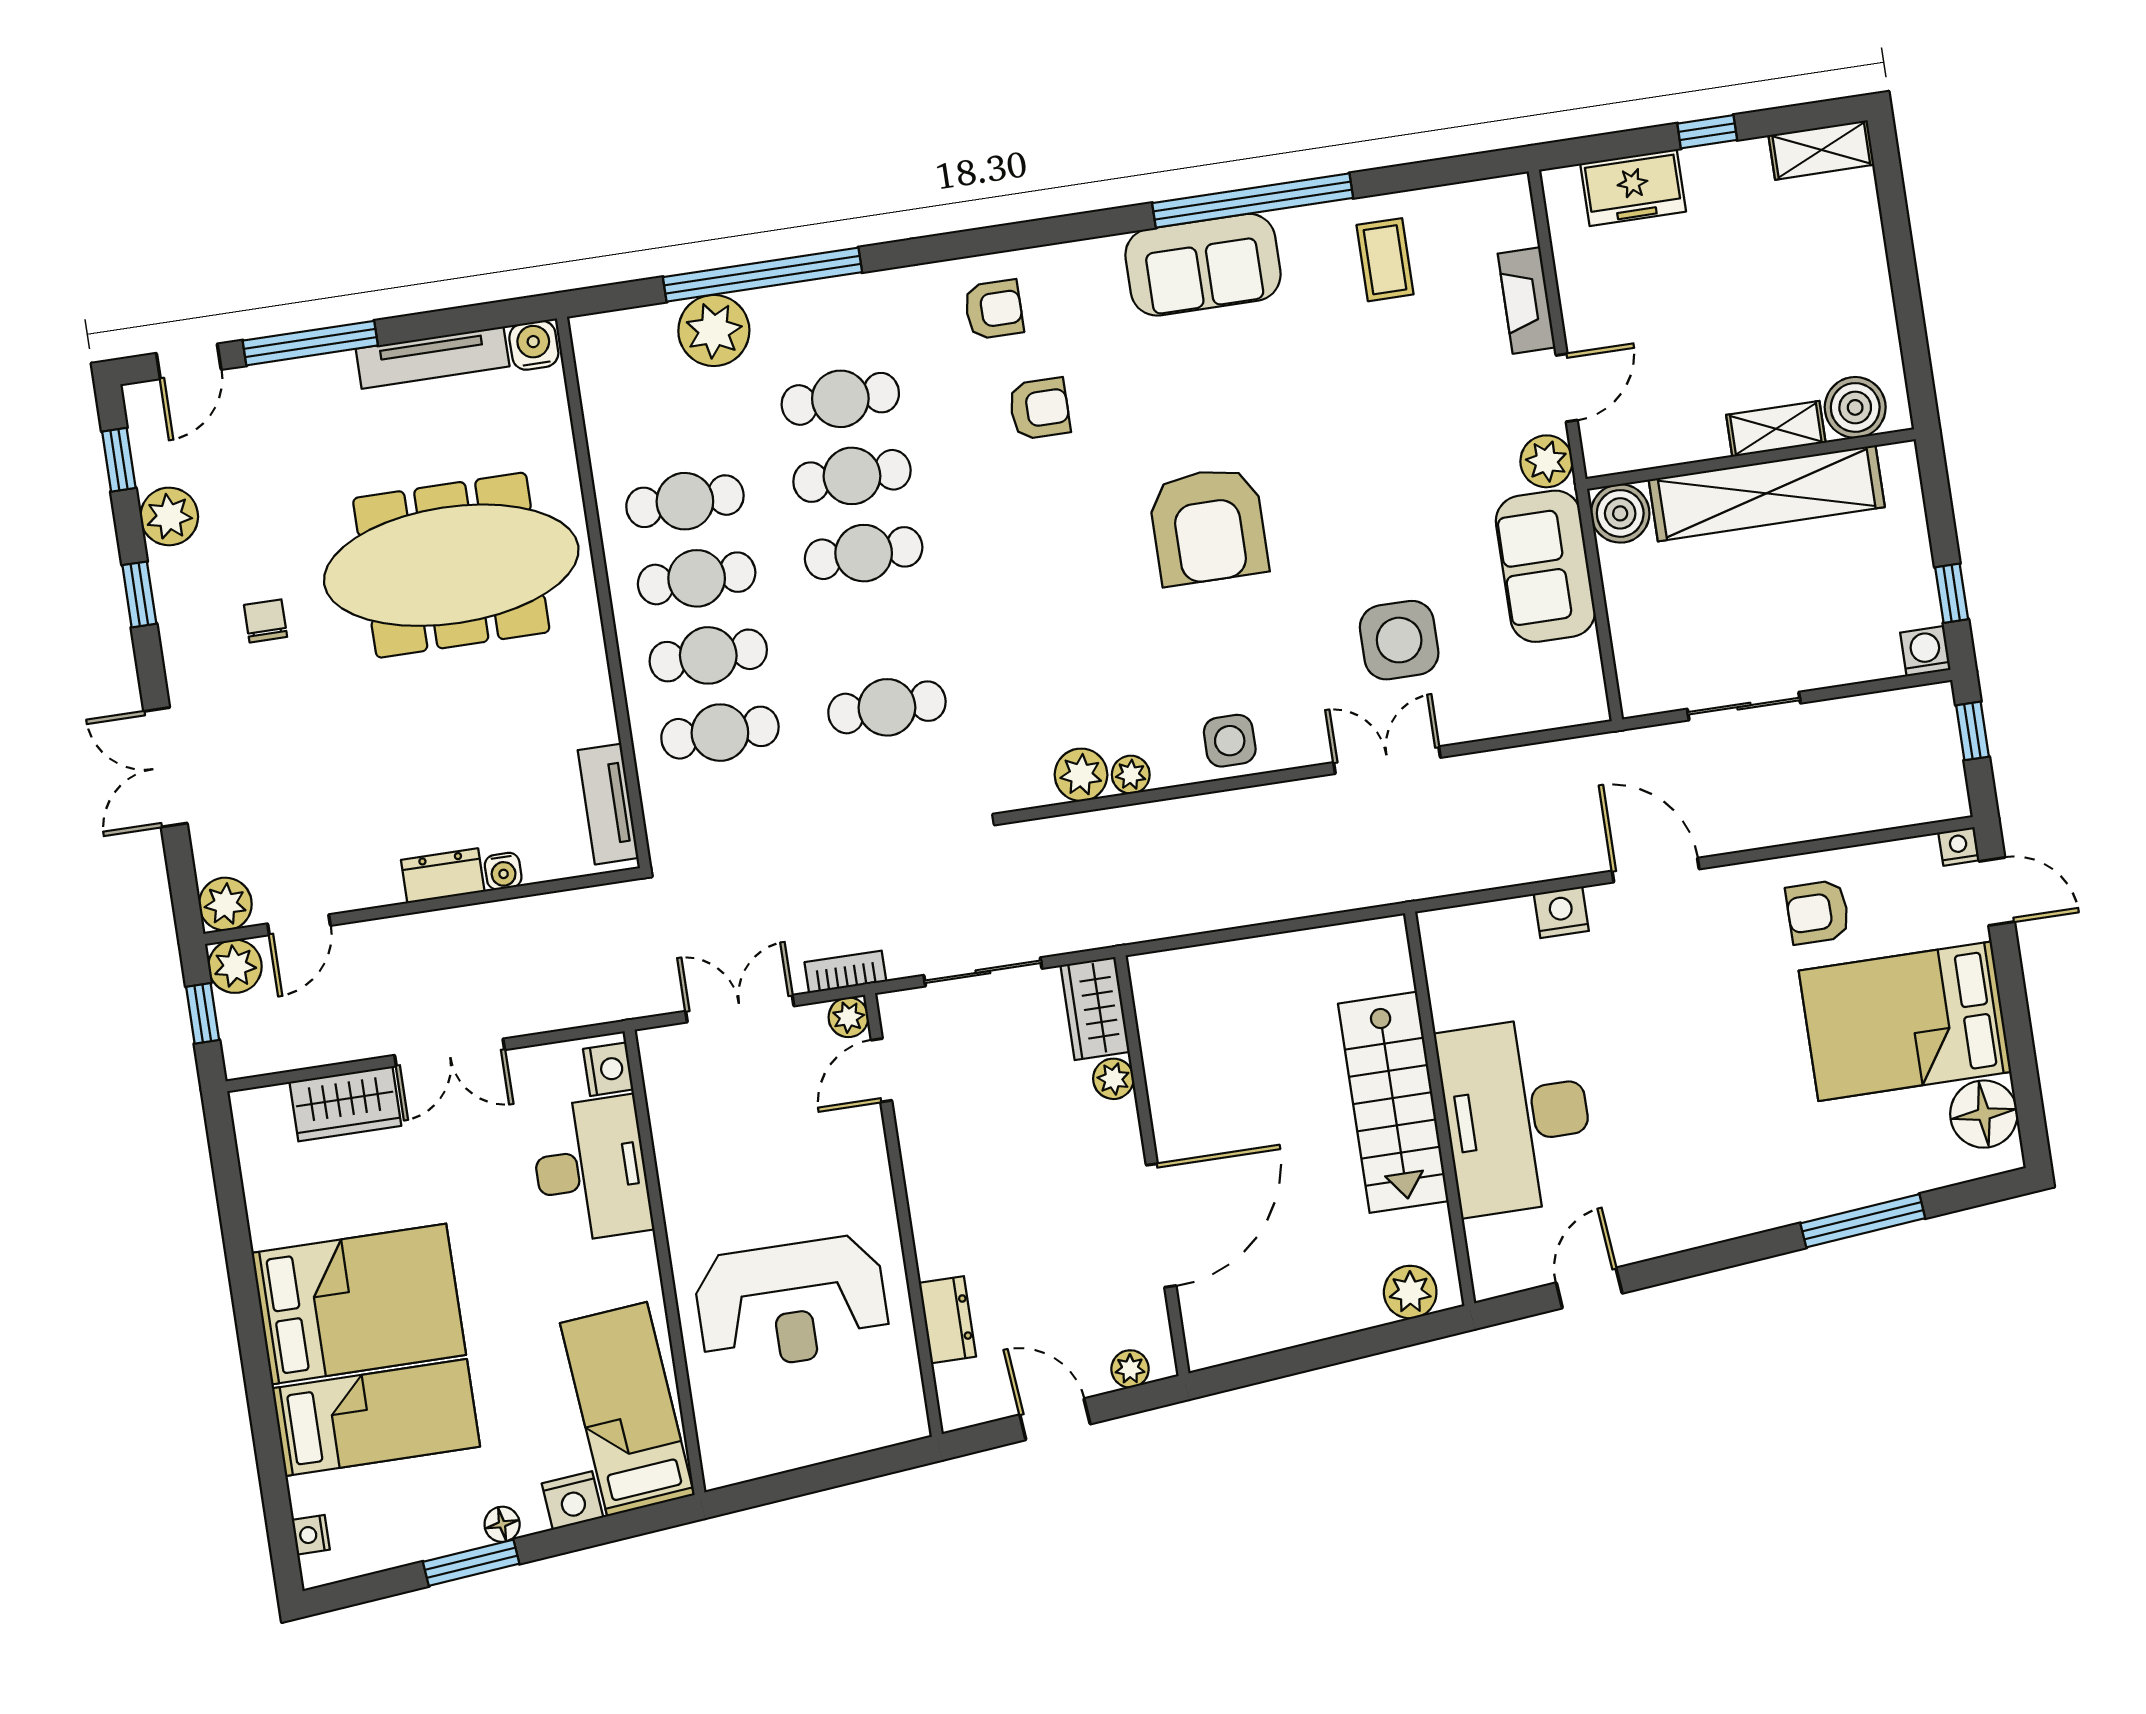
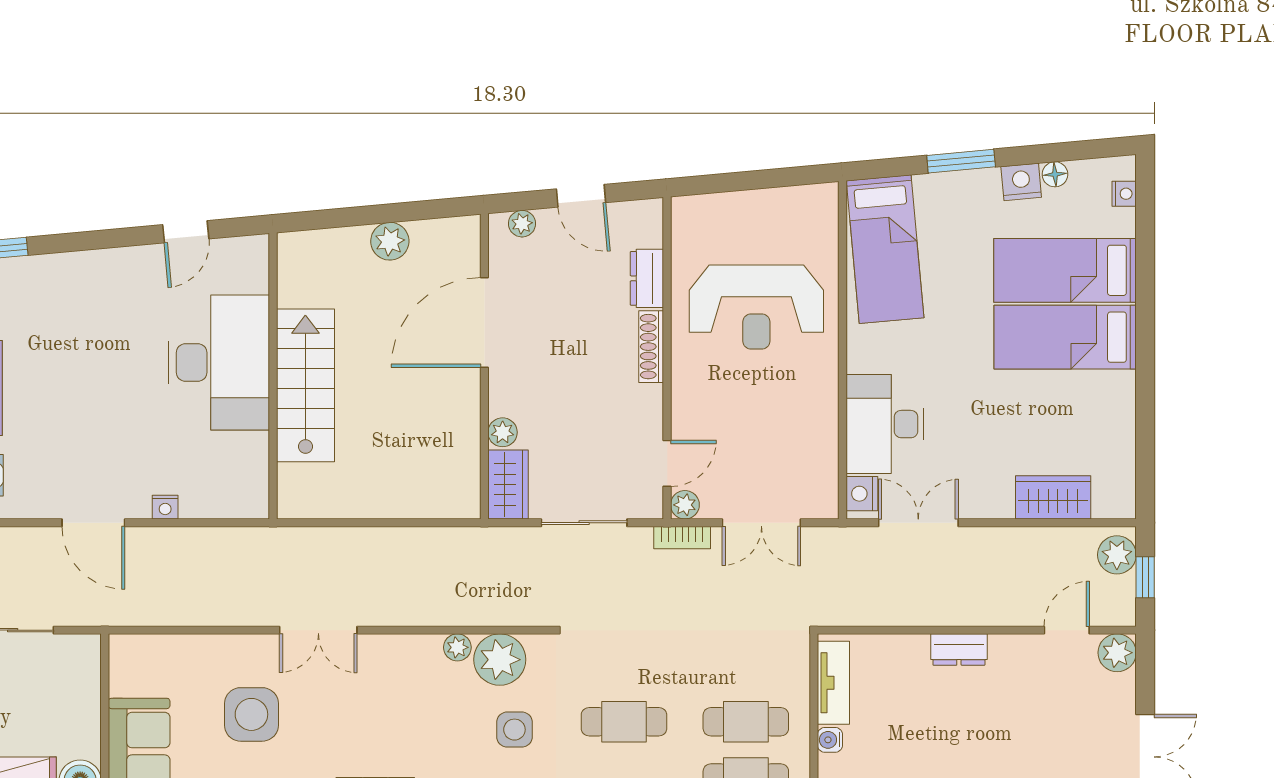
side table: (1230, 741) -> (514, 730), moved
double door: (1387, 760) -> (318, 630), moved
plant: (1081, 775) -> (500, 660), width x1.36, depth x1.36
water cooler: (503, 871) -> (830, 740), moved, turned -90
nightstand: (1561, 912) -> (165, 507), width x0.72, depth x0.74
plant: (235, 966) -> (1117, 555), moved
double door: (450, 1052) -> (918, 523), moved
shoe rack: (927, 1227) -> (651, 347), added
plant: (1410, 1292) -> (390, 241), moved
reception desk: (791, 1303) -> (756, 307), turned 180
bed: (359, 1304) -> (1065, 337), width x0.67
nightstand: (573, 1500) -> (1021, 182), moved
floor lamp: (502, 1524) -> (1055, 174), moved
window: (471, 1563) -> (961, 161), moved

